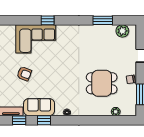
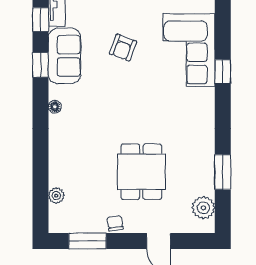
armchair: (24, 74) -> (123, 48), moved
dining table: (102, 83) -> (141, 172), moved

